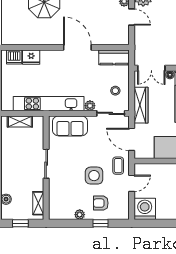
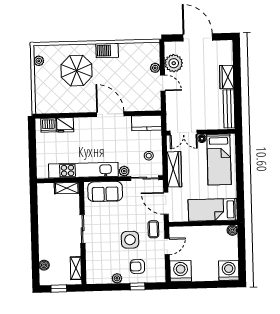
shelving: (20, 121) -> (67, 188), moved

